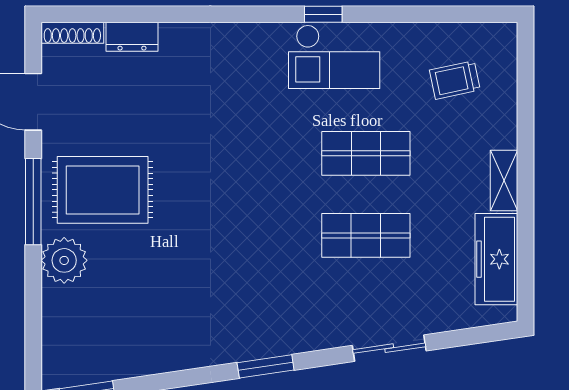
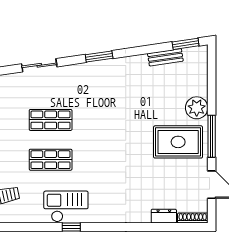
bench: (129, 365) -> (165, 57), added

